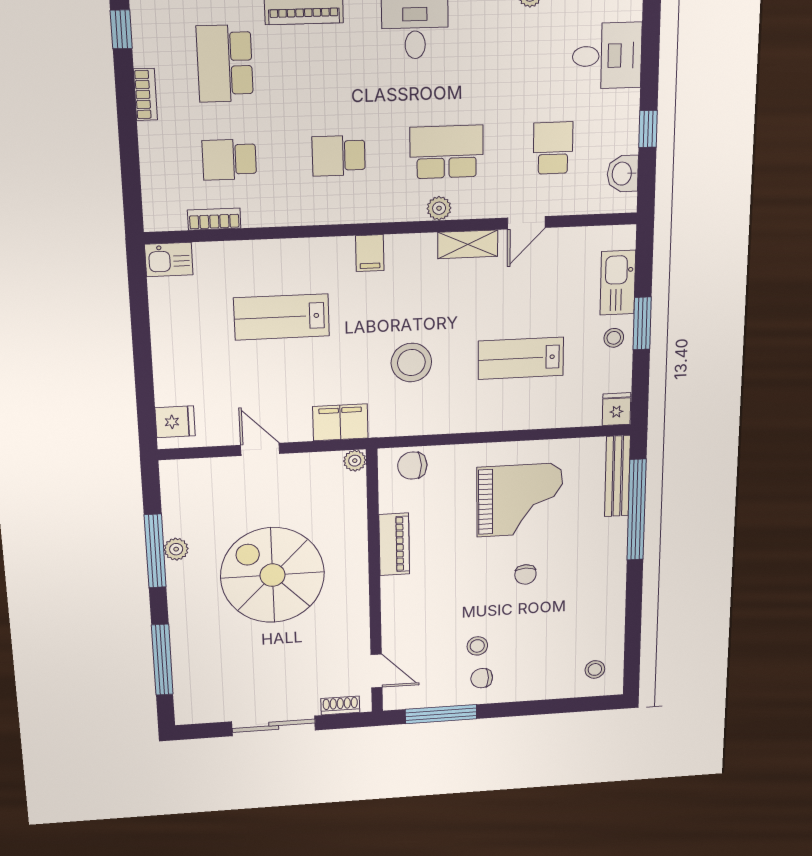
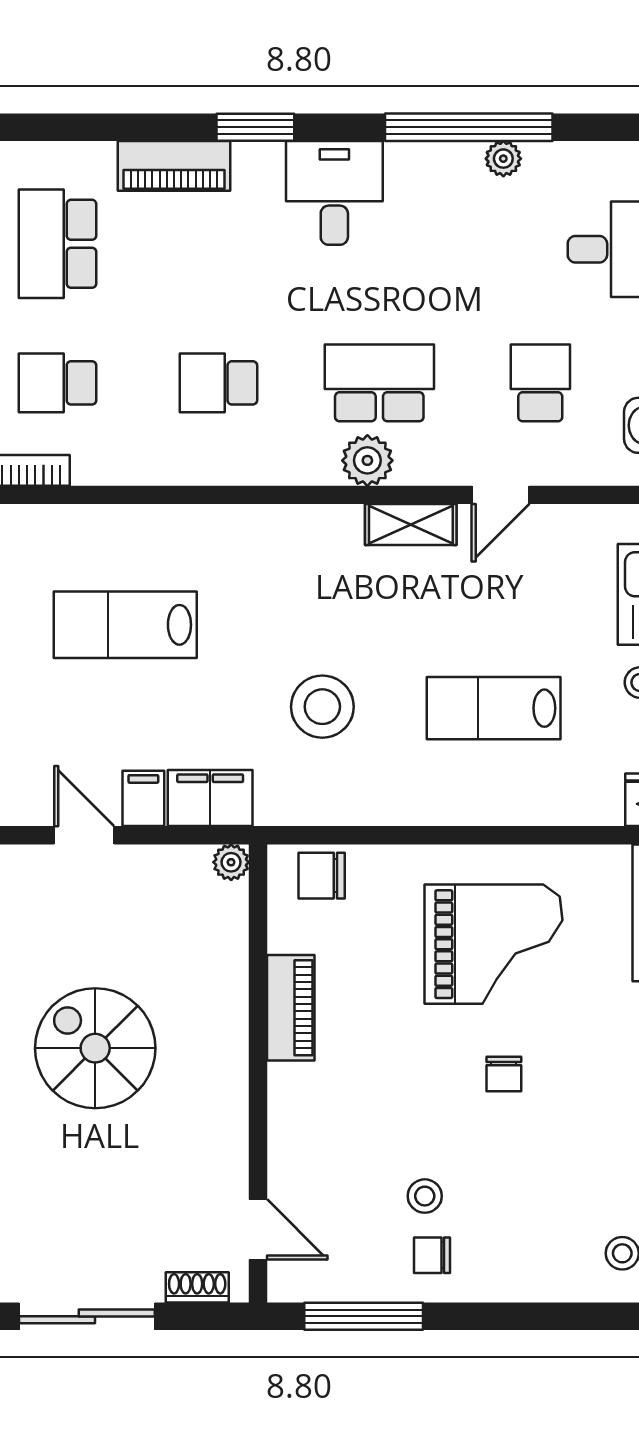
plant: (439, 208) -> (367, 460), width x1.38, depth x1.38
filing cabinet: (370, 253) -> (143, 798), moved, turned 180
spiral stairs: (273, 575) -> (95, 1048), width x0.73, depth x0.73

